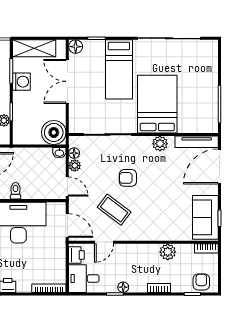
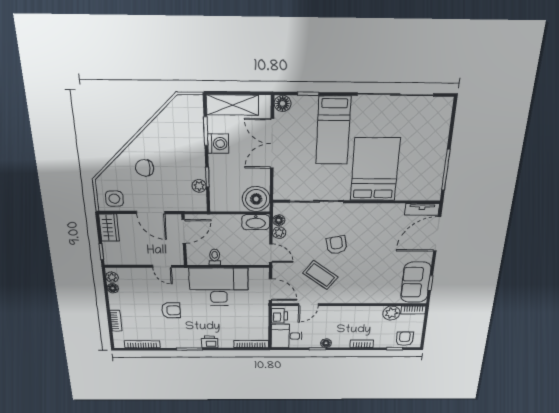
tv unit: (197, 142) -> (422, 209), width x0.71
plant: (160, 144) -> (374, 211), removed
washbasin: (59, 153) -> (256, 222), width x1.91, depth x1.45
armchair: (128, 178) -> (337, 245), turned 79
plant: (168, 252) -> (391, 313), moved

